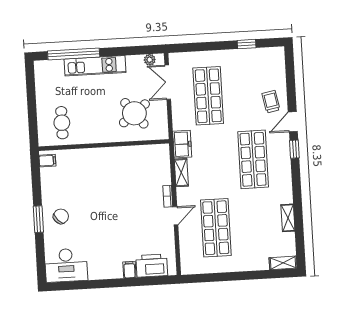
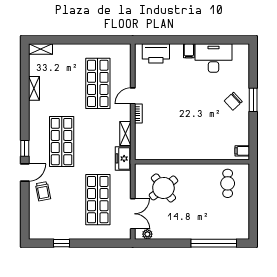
kitchen unit: (95, 66) -> (196, 232), removed
desk: (66, 265) -> (213, 58), moved
filing cabinet: (129, 270) -> (189, 51), moved

